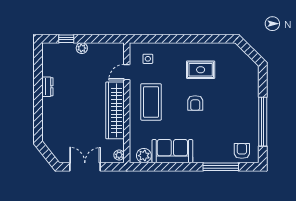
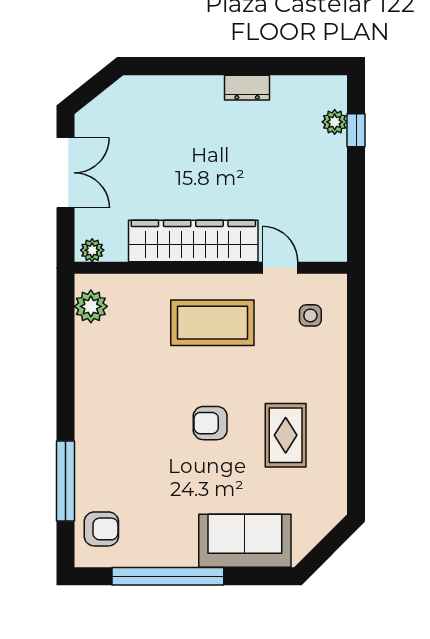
plant: (82, 48) -> (335, 122), moved
sofa: (172, 151) -> (245, 541), moved, turned -90

